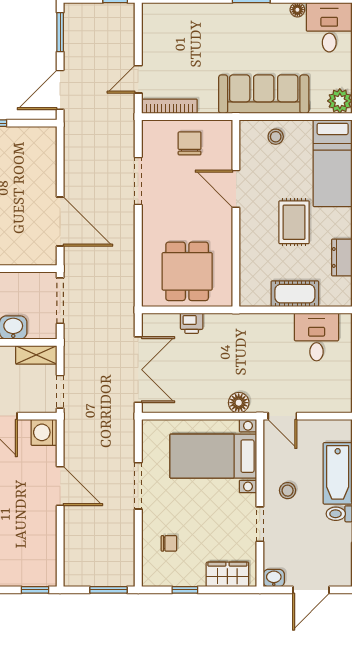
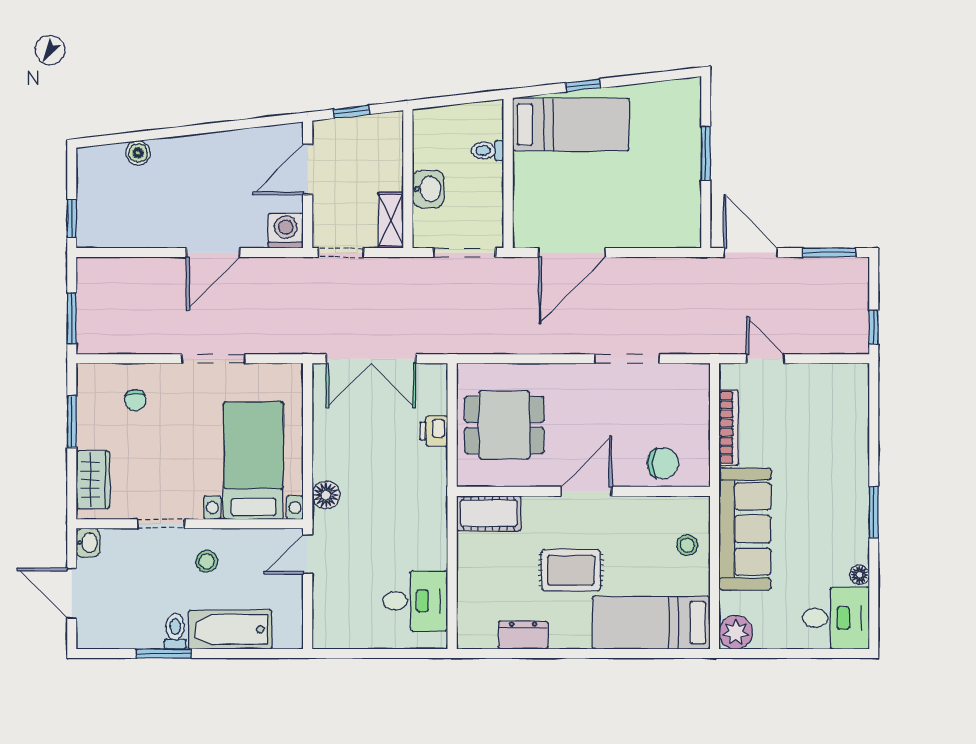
bookcase: (169, 106) -> (729, 428), moved
chair: (190, 143) -> (663, 463), moved
door: (236, 189) -> (586, 491), moved
cot: (295, 294) -> (489, 513), moved, turned 90
window: (185, 590) -> (72, 422), width x1.50

